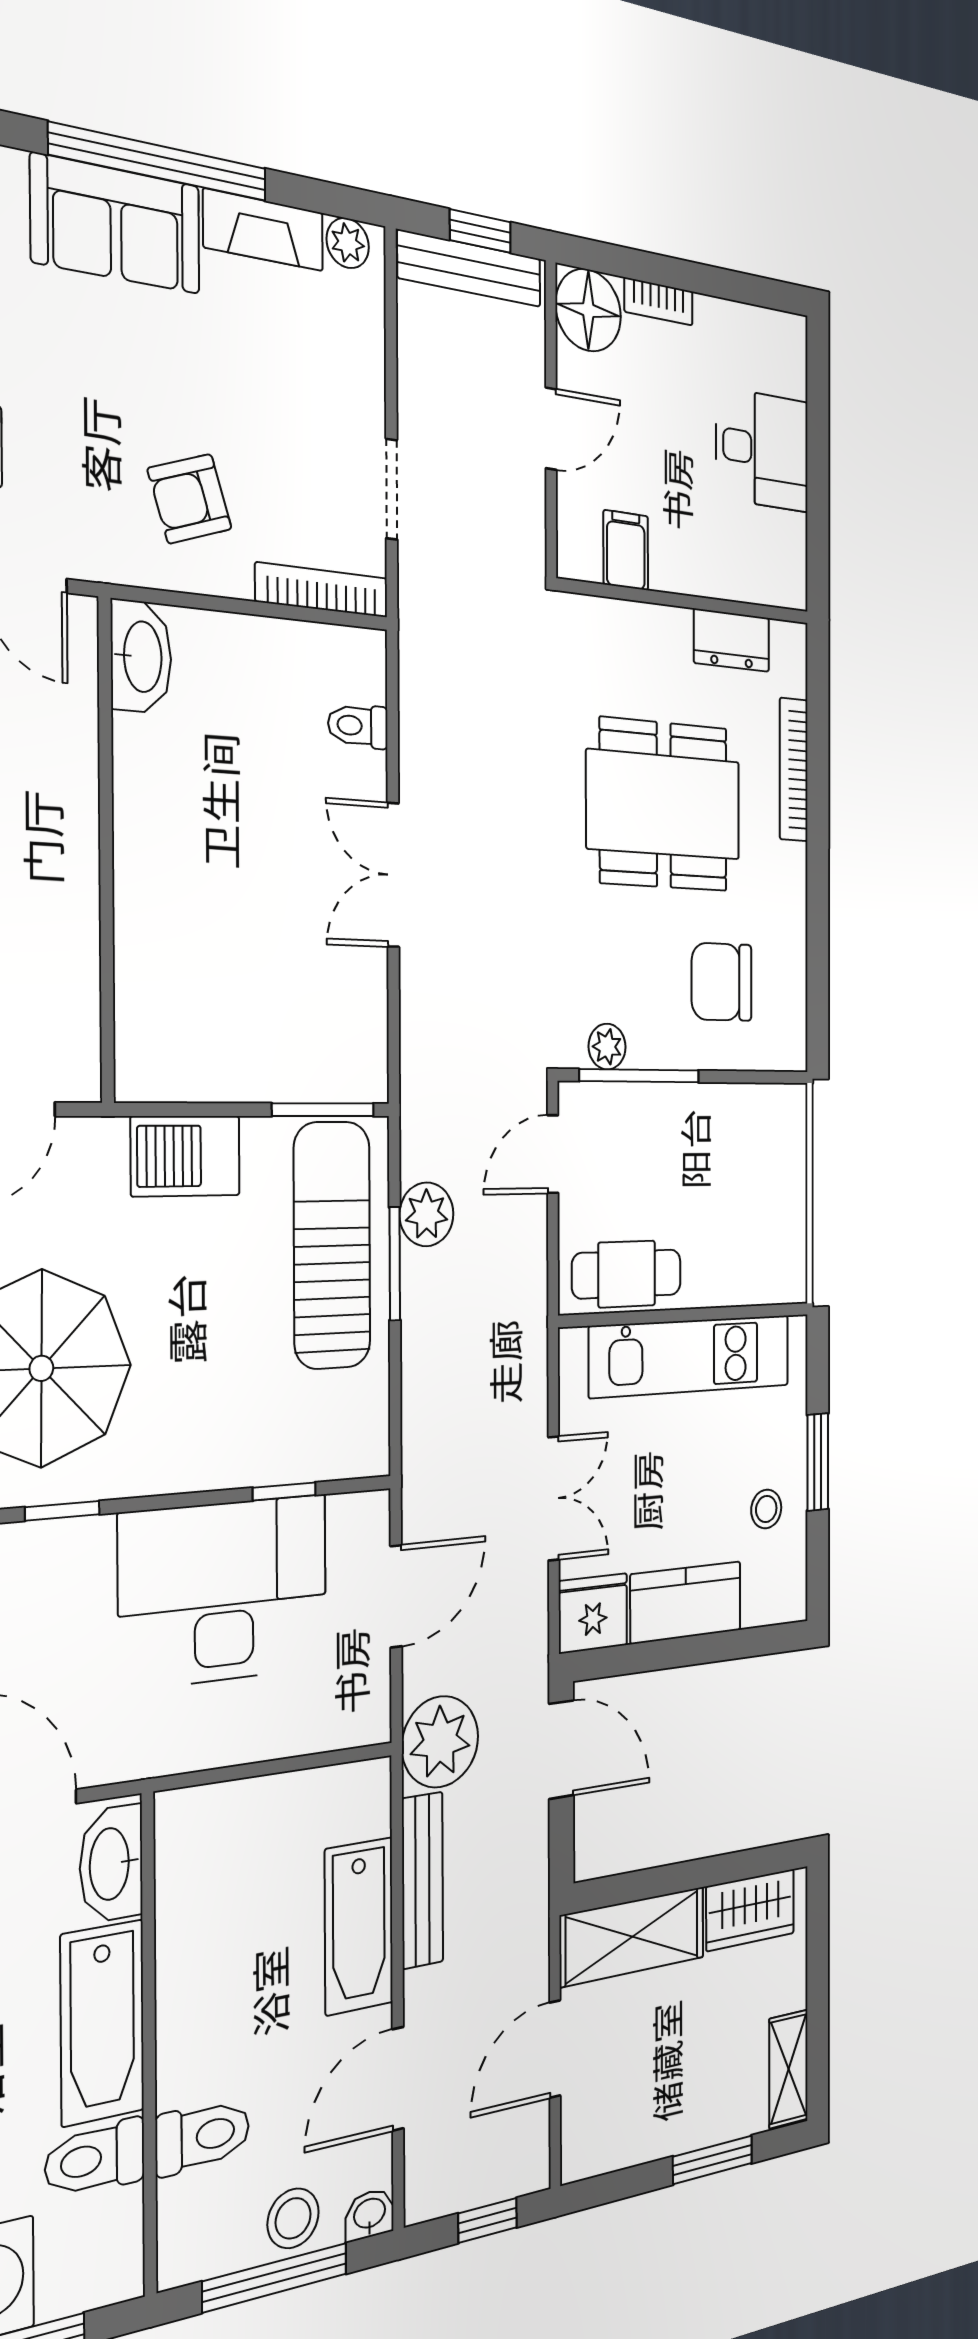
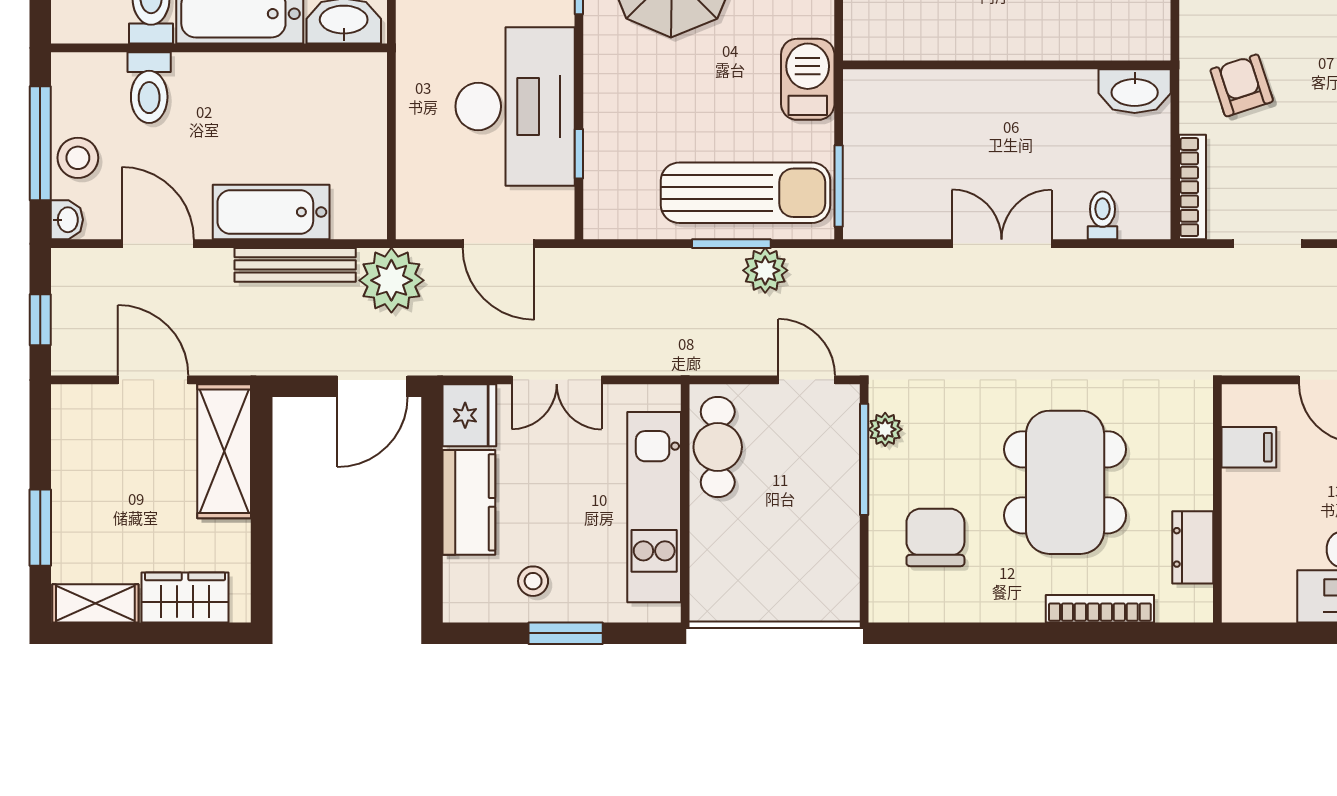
washbasin: (141, 657) -> (1135, 91), moved
wall: (106, 851) -> (1007, 65), moved
wardrobe: (750, 1910) -> (185, 598), moved, turned 90

